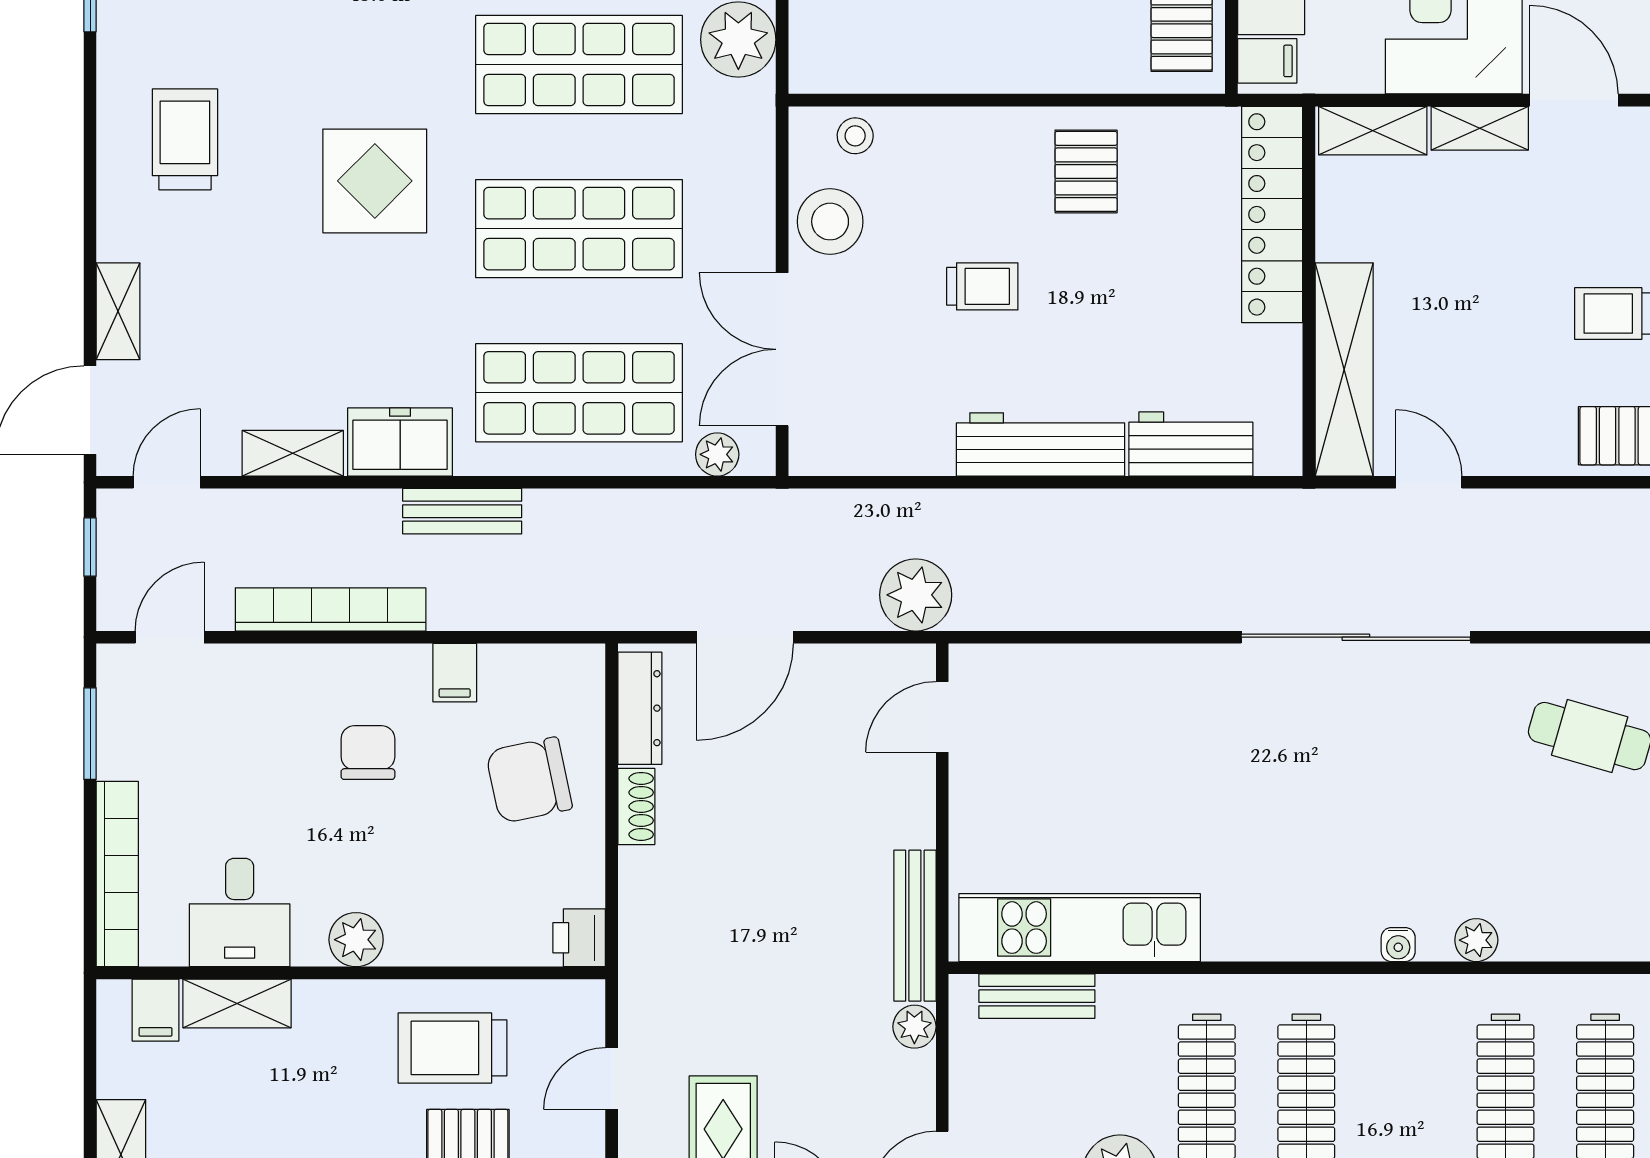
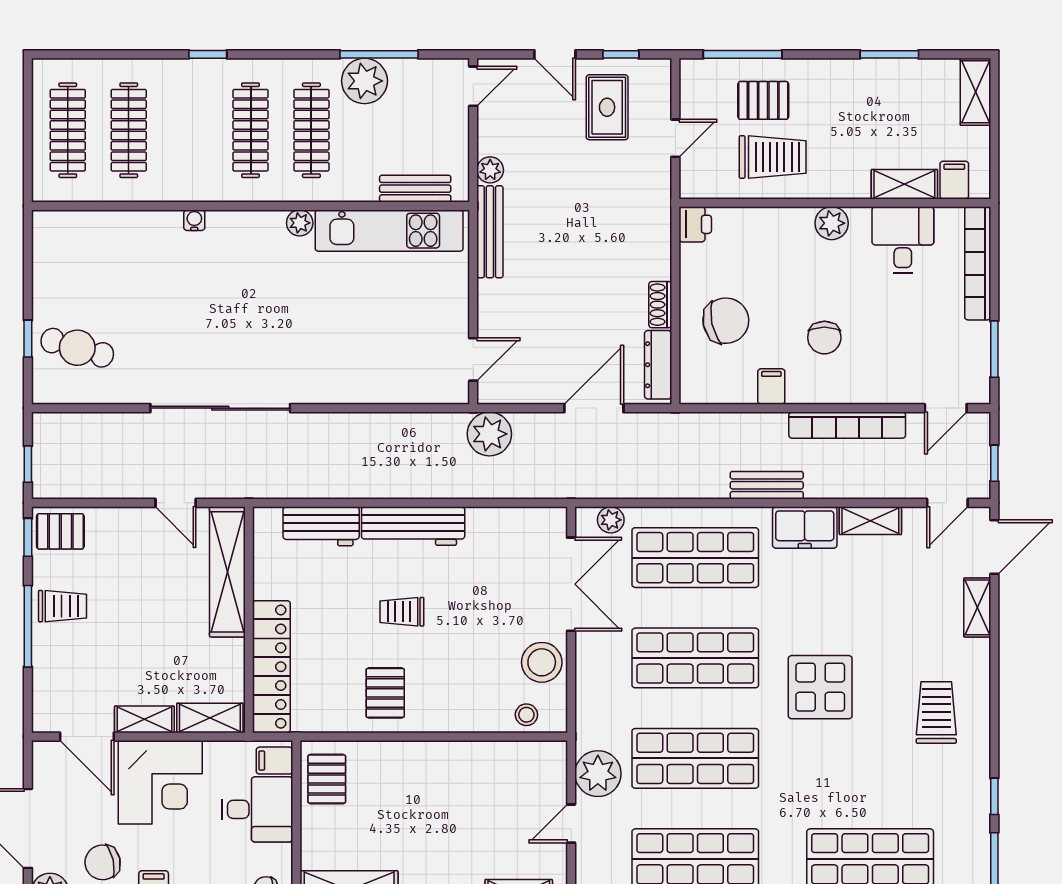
trolley: (185, 139) -> (936, 713), turned 180
trolley: (982, 286) -> (402, 612), moved
plant: (1476, 940) -> (300, 223), moved

